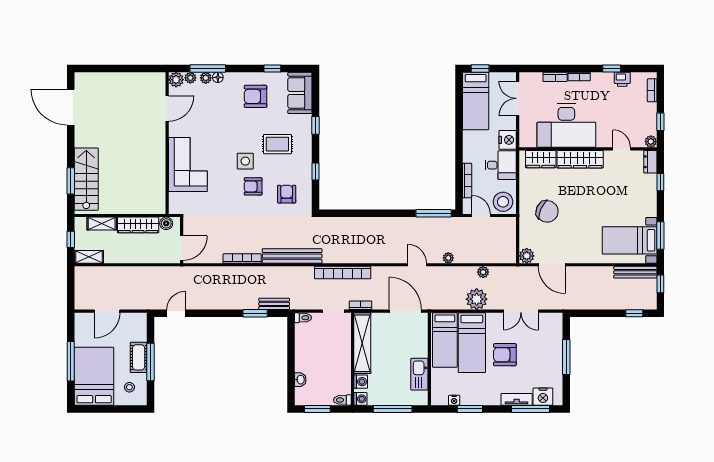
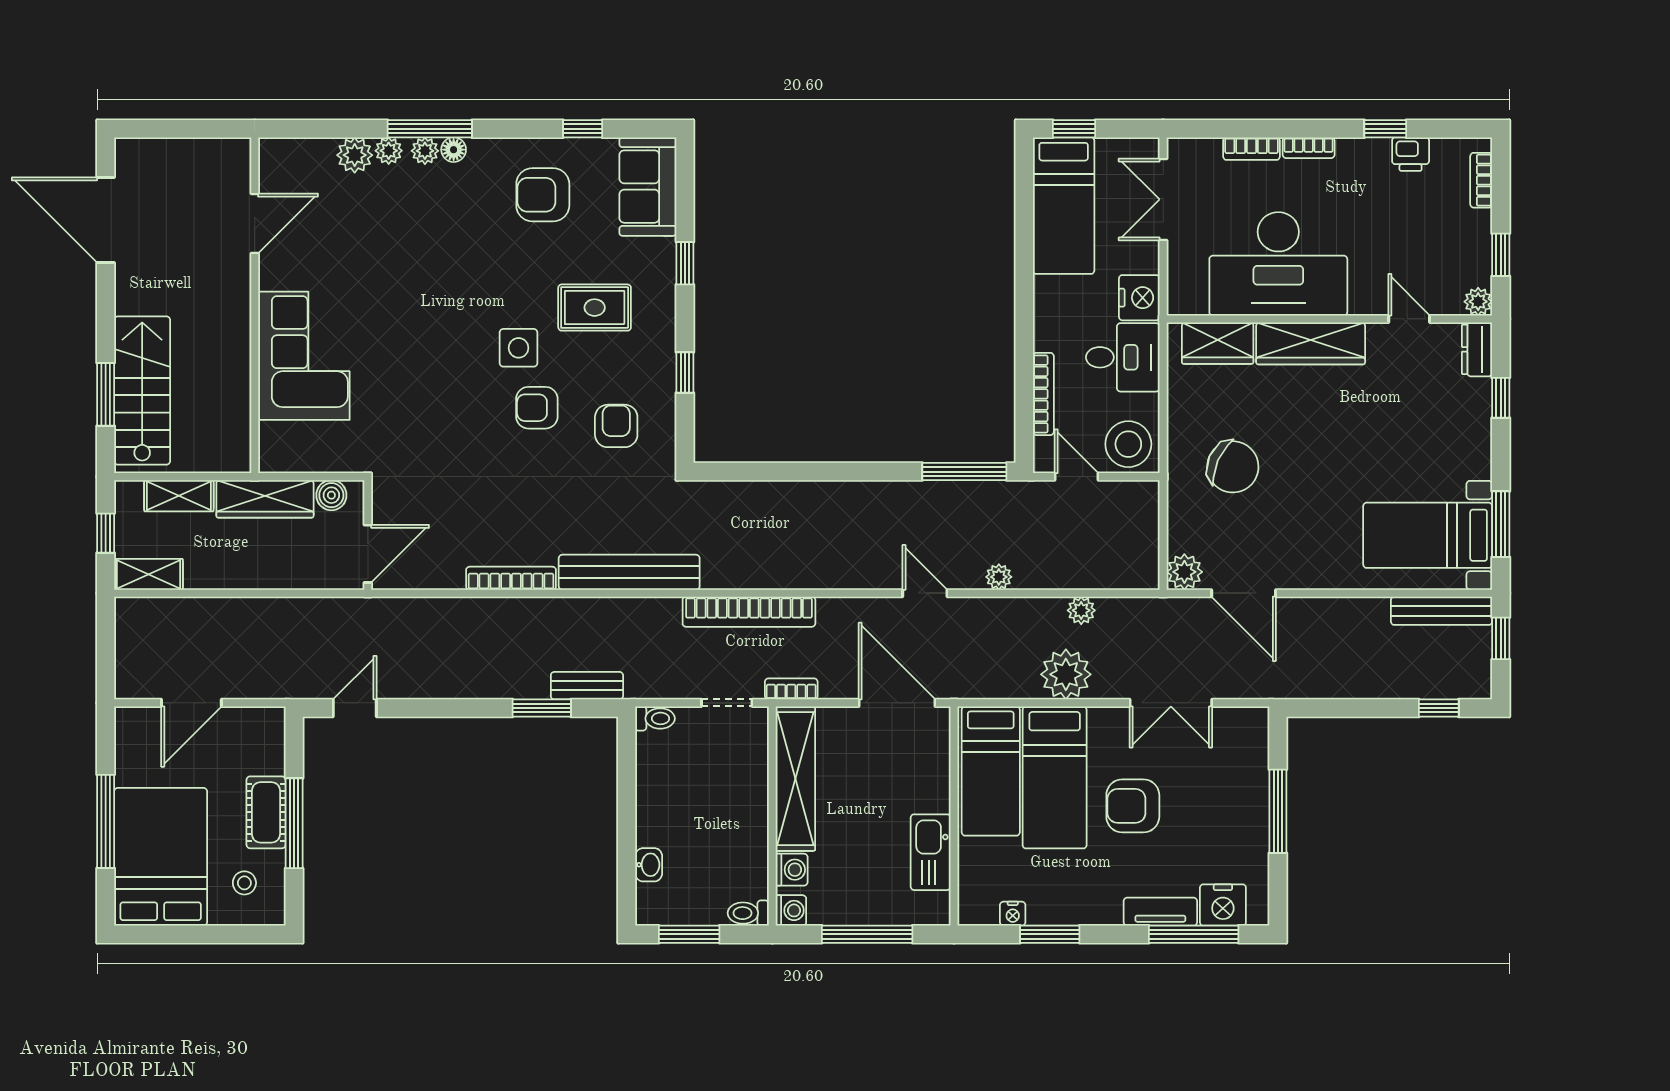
door: (167, 109) -> (255, 224), moved
wall: (167, 143) -> (255, 305), moved
corner sofa: (188, 164) -> (304, 356), moved

